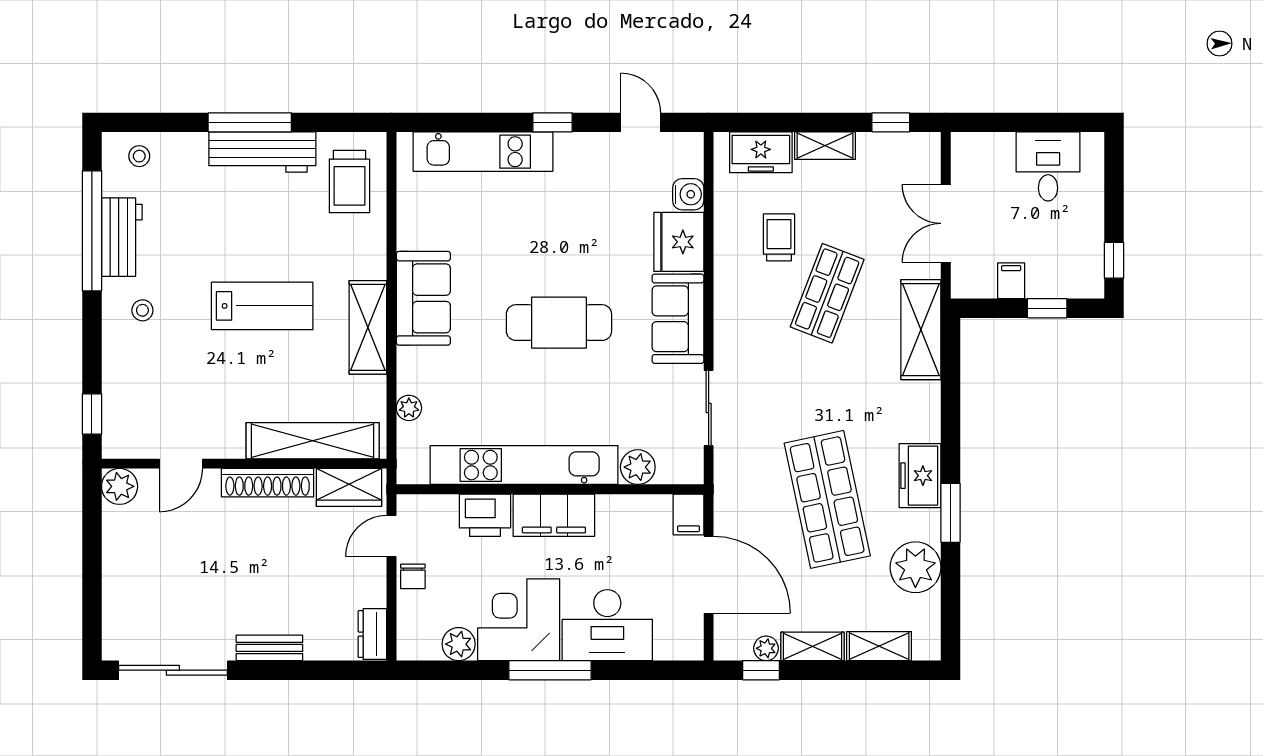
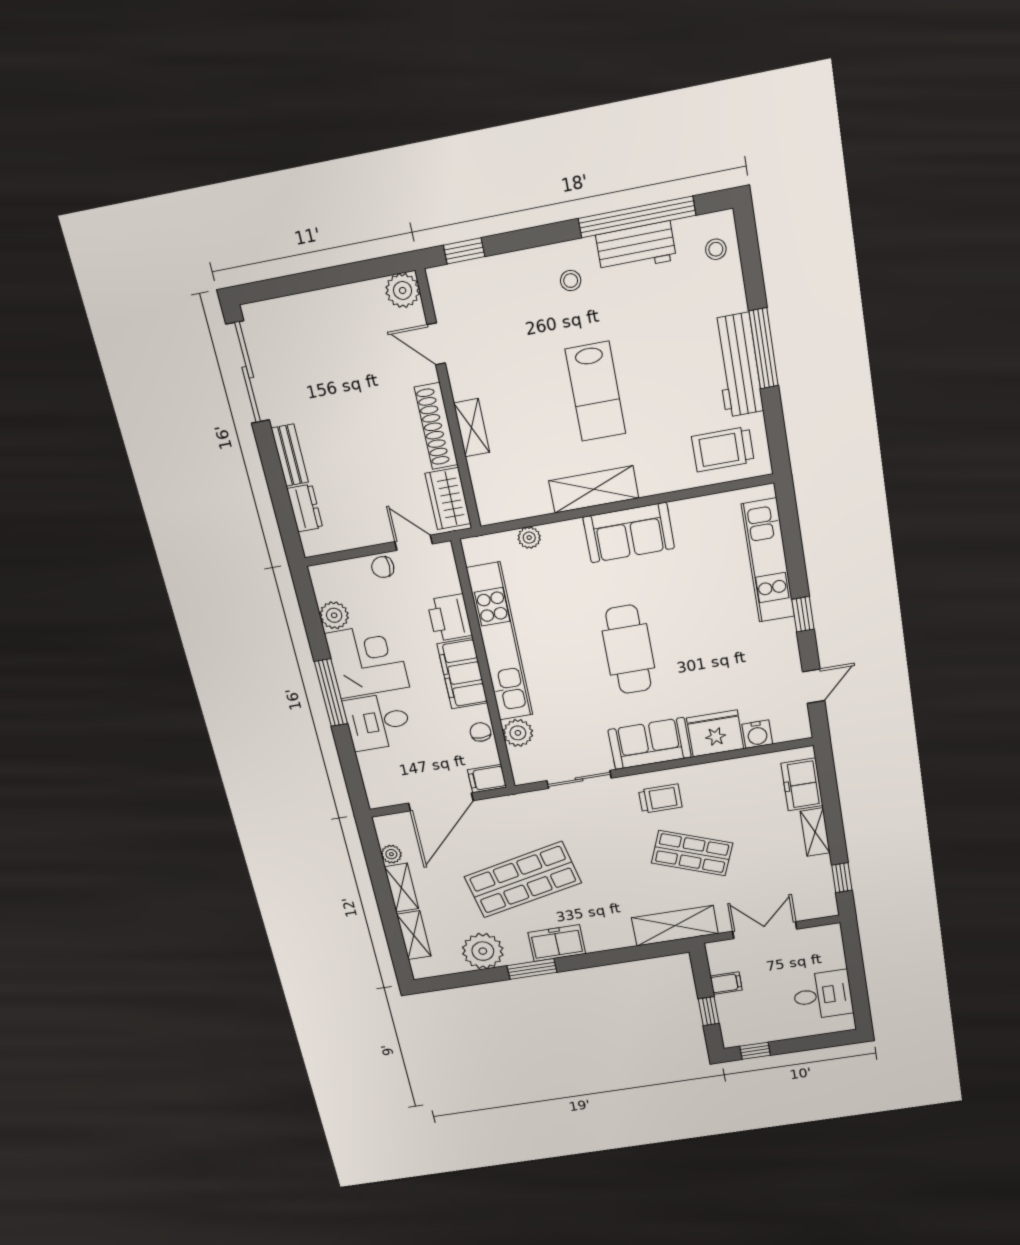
trolley: (779, 237) -> (660, 799), moved
shelving: (313, 441) -> (472, 428), width x0.45, depth x0.75
chair: (629, 510) -> (480, 732), added
desk: (607, 625) -> (378, 722), width x0.73
dresser: (372, 634) -> (305, 508), moved, turned 90
window: (761, 670) -> (373, 853), removed

